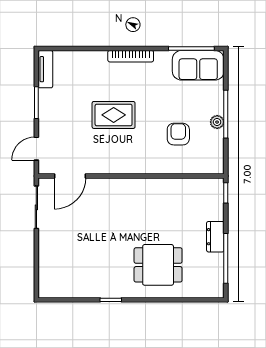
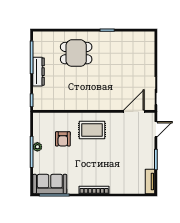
rug: (114, 115) -> (92, 130), moved
dresser: (215, 237) -> (39, 72), width x1.44

